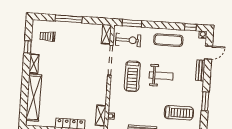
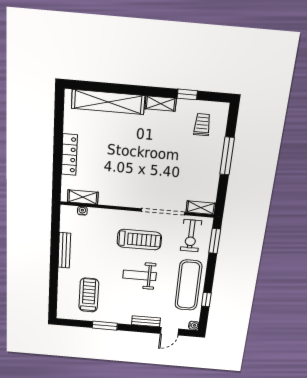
window: (190, 27) -> (206, 300), moved
exercise mat: (168, 40) -> (188, 285), width x1.36, depth x1.45
door: (209, 53) -> (169, 331), hinge flipped
treadmill: (132, 76) -> (139, 240), turned 180
weight bench: (161, 76) -> (140, 275), turned 90
treadmill: (179, 113) -> (89, 295), turned 180

